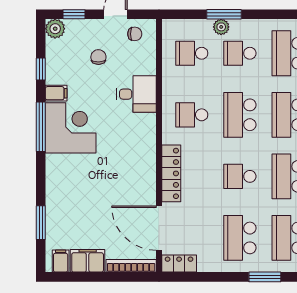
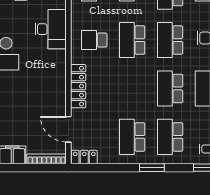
desk: (136, 94) -> (51, 29), width x1.37
school desk: (240, 176) -> (132, 88), removed
door: (159, 228) -> (68, 129), width x0.73

